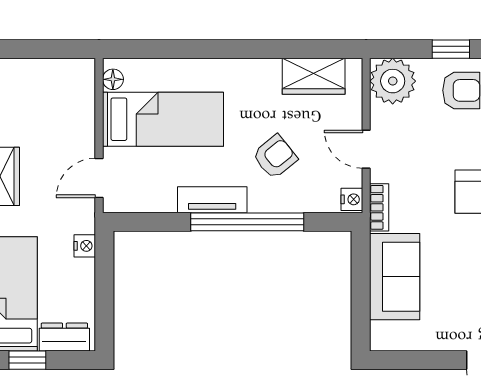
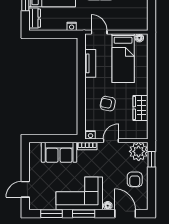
window: (451, 49) -> (152, 159), moved
wardrobe: (314, 76) -> (141, 108), moved
armchair: (275, 157) -> (108, 104), turned 140
tv unit: (212, 200) -> (90, 63), moved
window: (247, 222) -> (81, 92), removed

